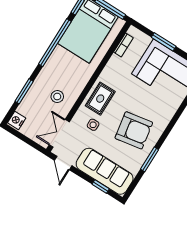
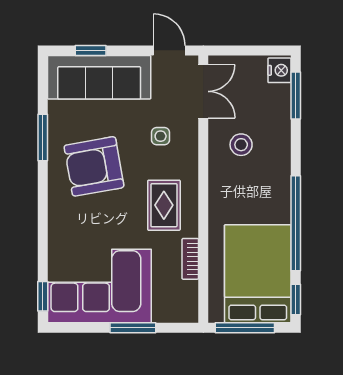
bookcase: (123, 45) -> (190, 259), moved
window: (24, 91) -> (296, 95), moved
rug: (100, 99) -> (164, 205), moved

